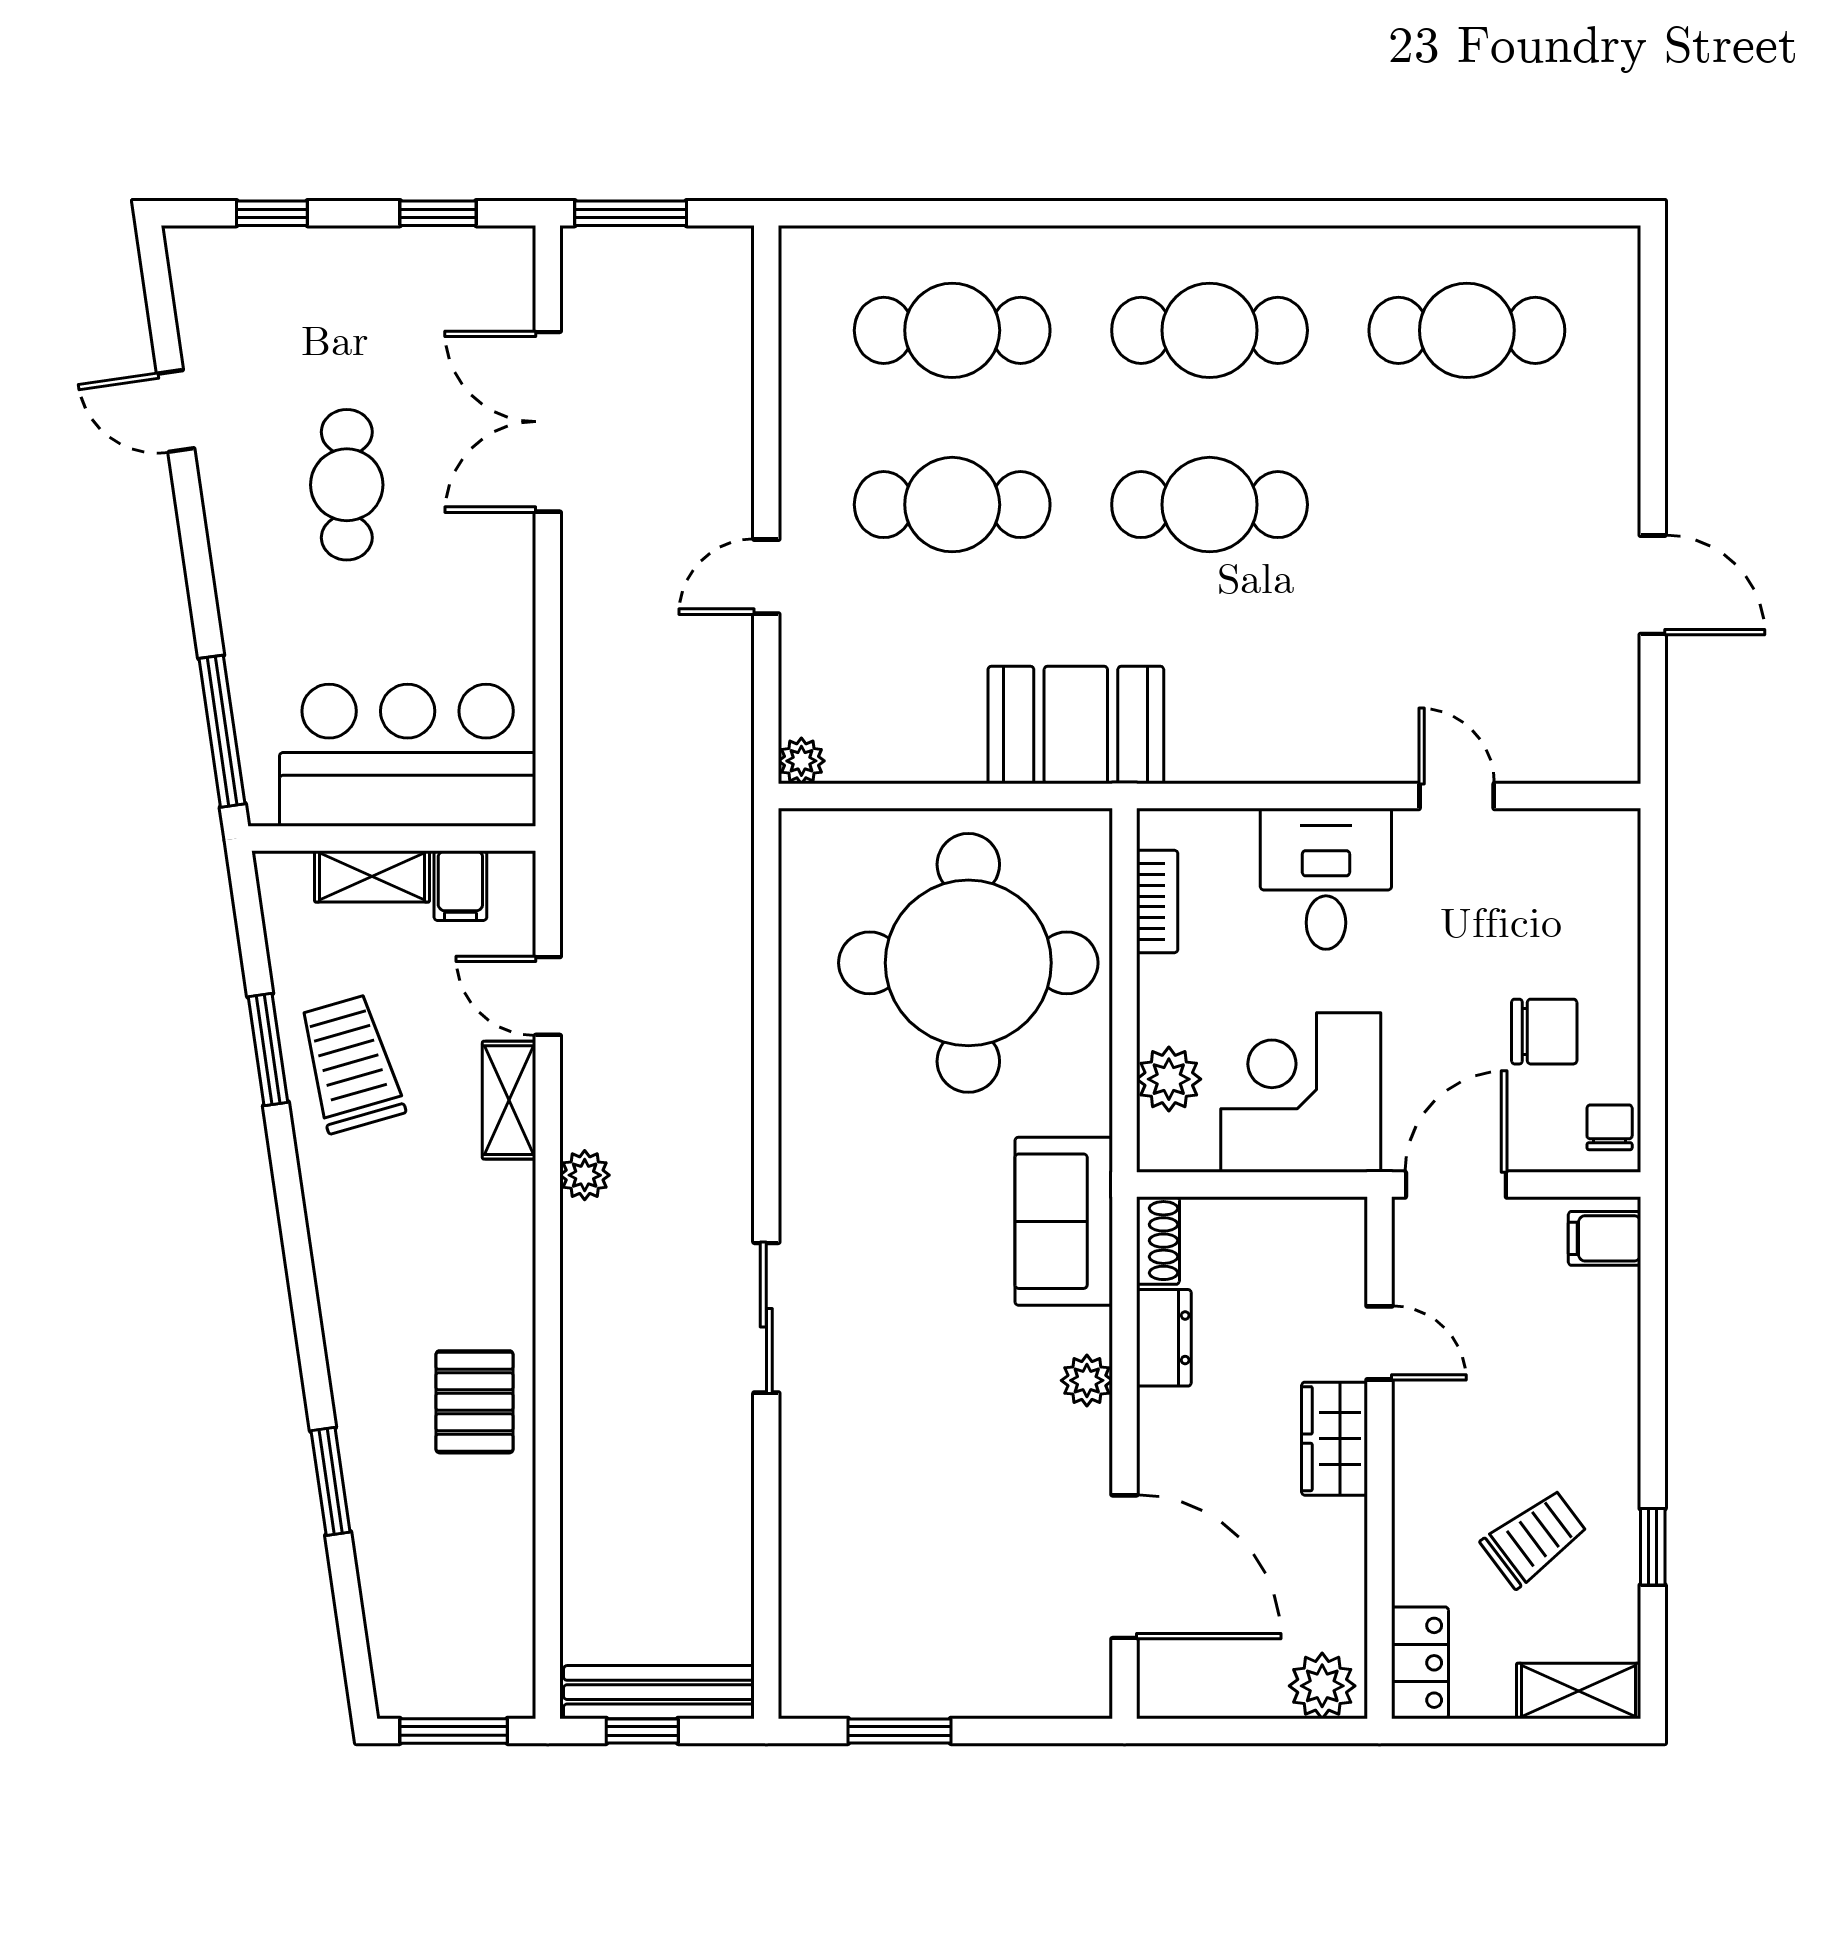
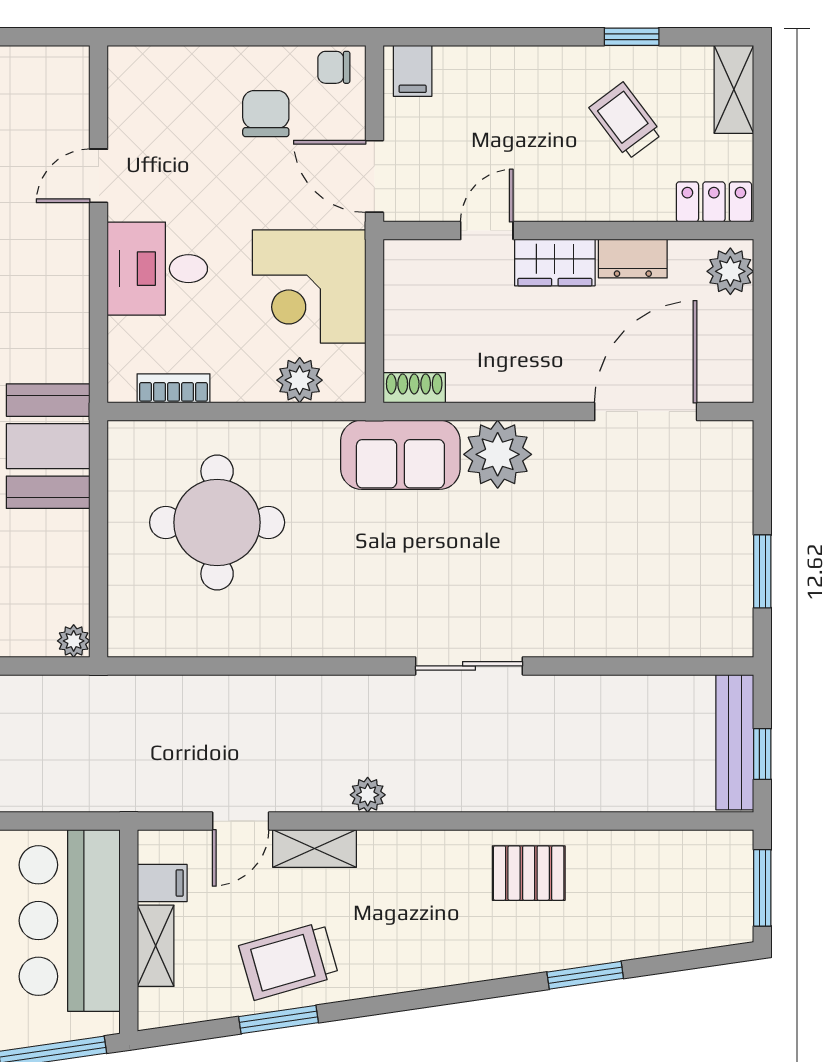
round table: (968, 963) -> (217, 522), width x0.73, depth x0.73
dresser: (1164, 1338) -> (633, 259), moved, turned 180
plant: (1087, 1380) -> (498, 454), width x1.87, depth x1.87

